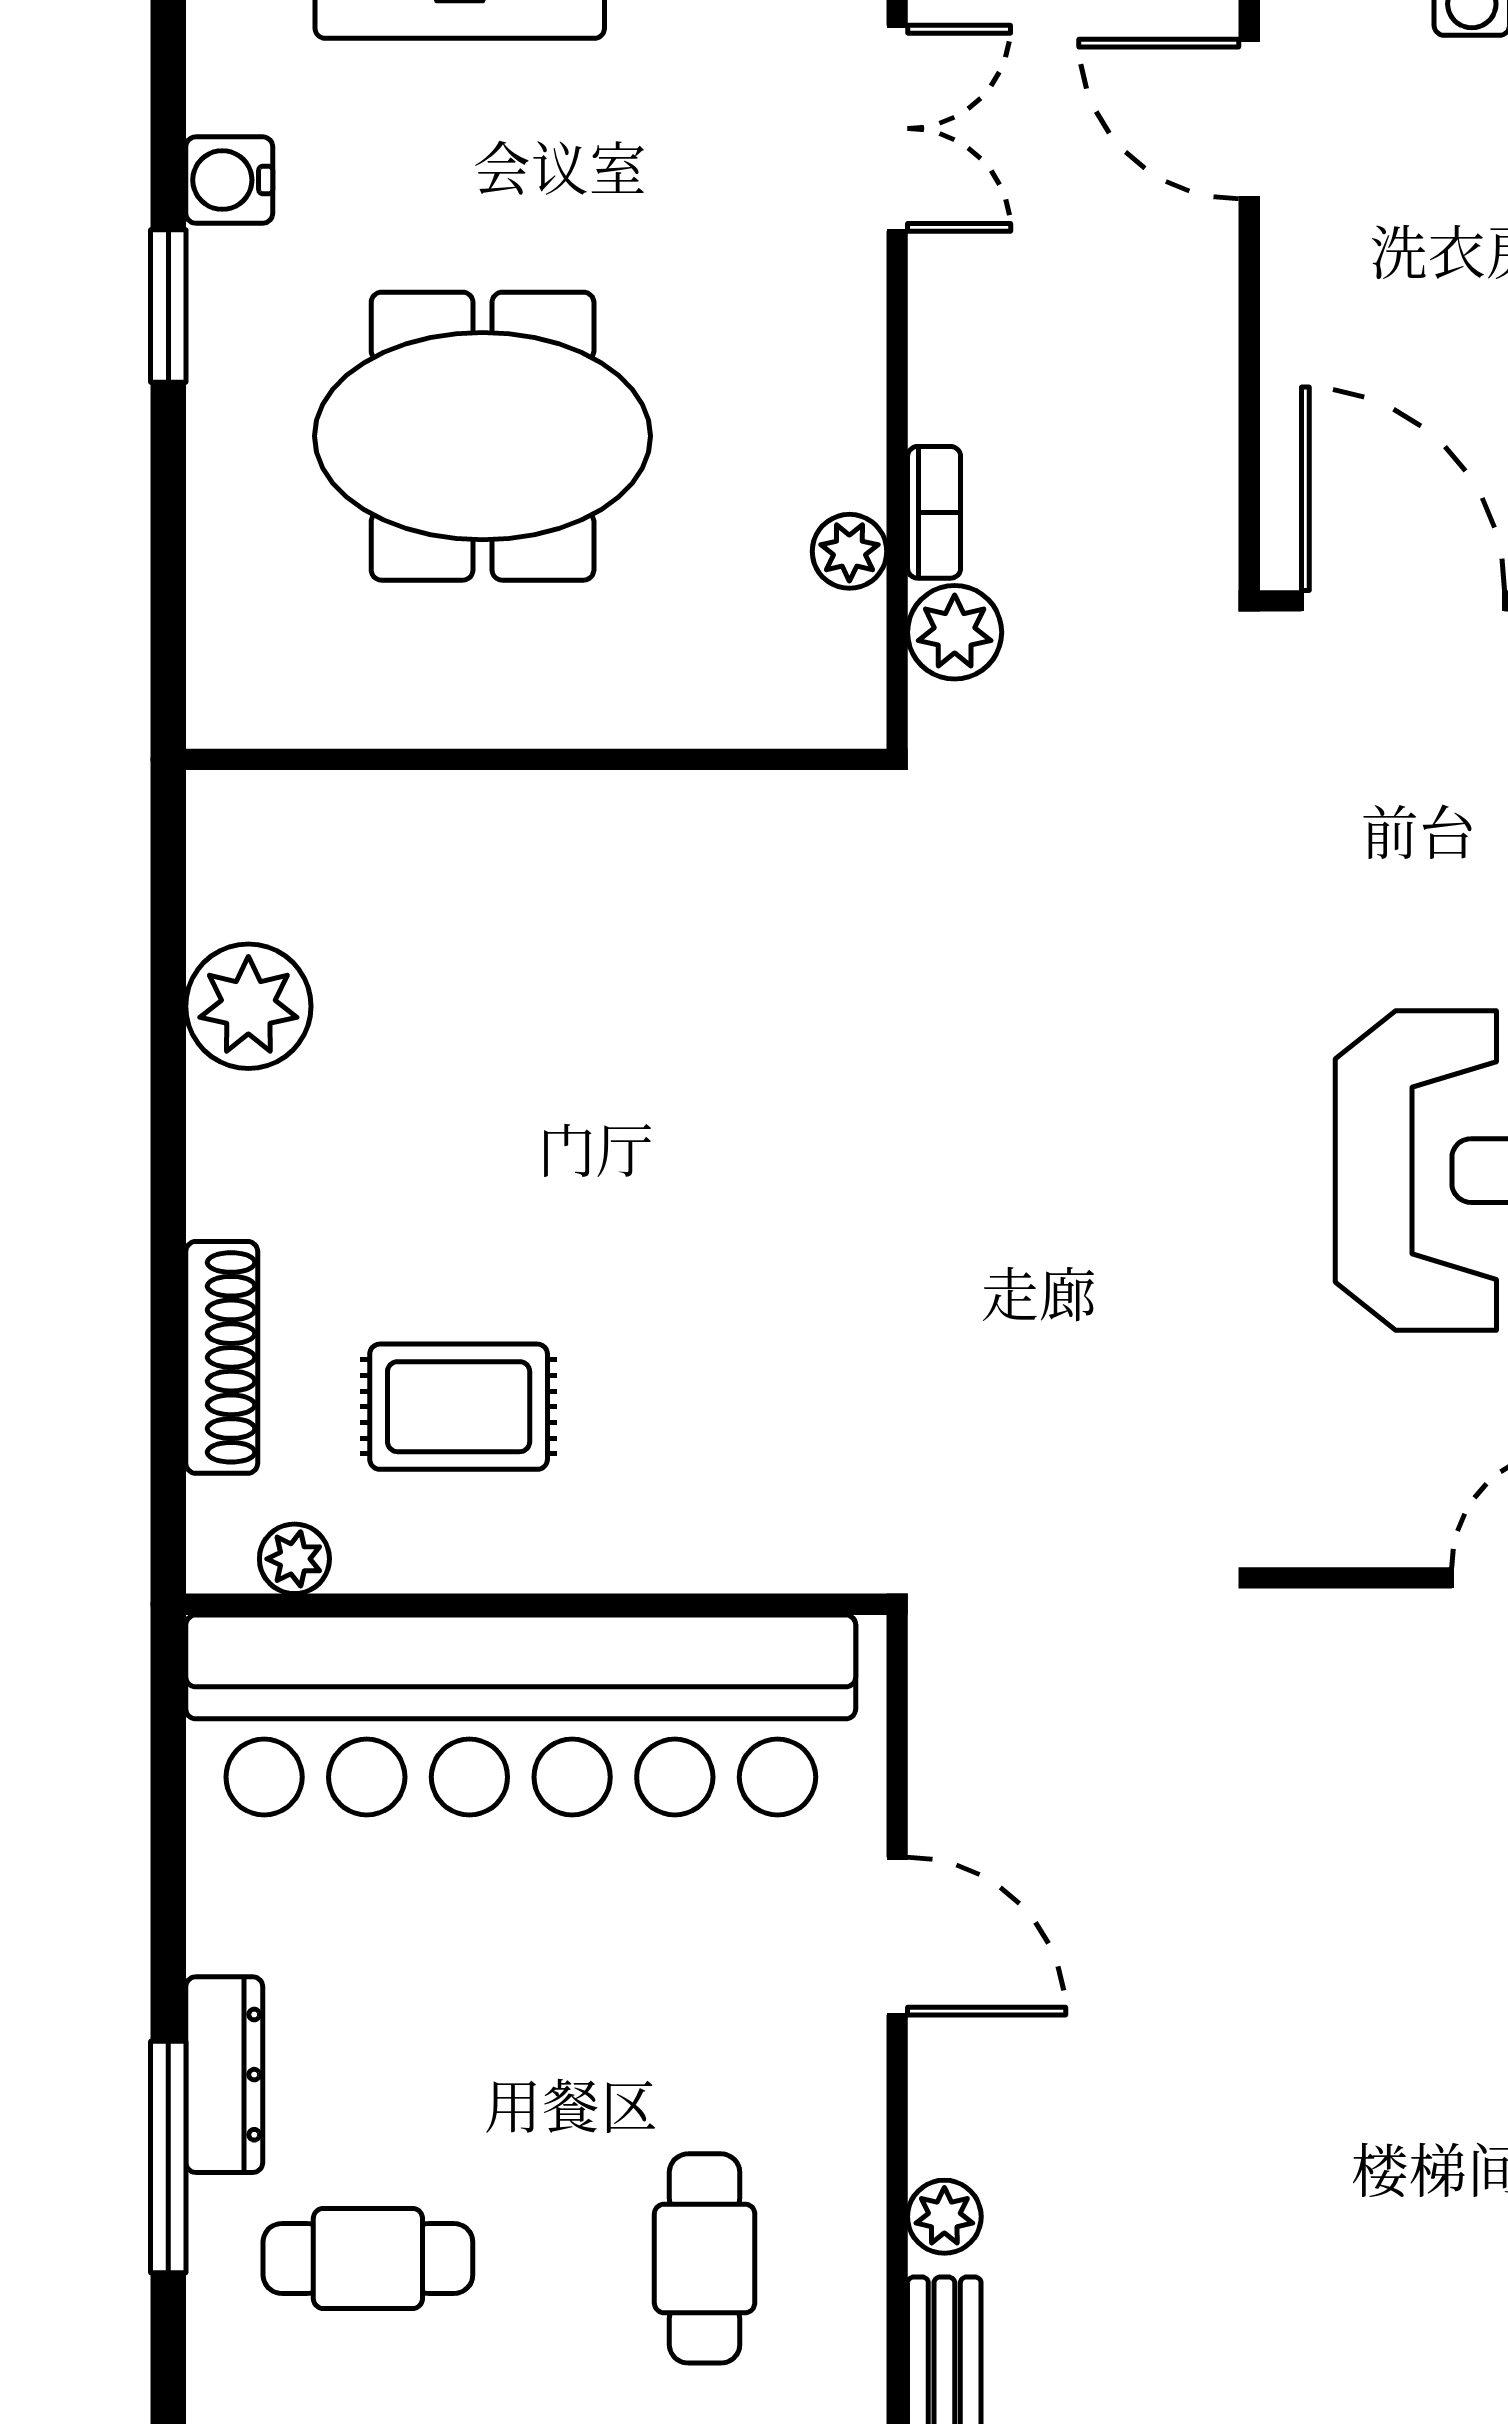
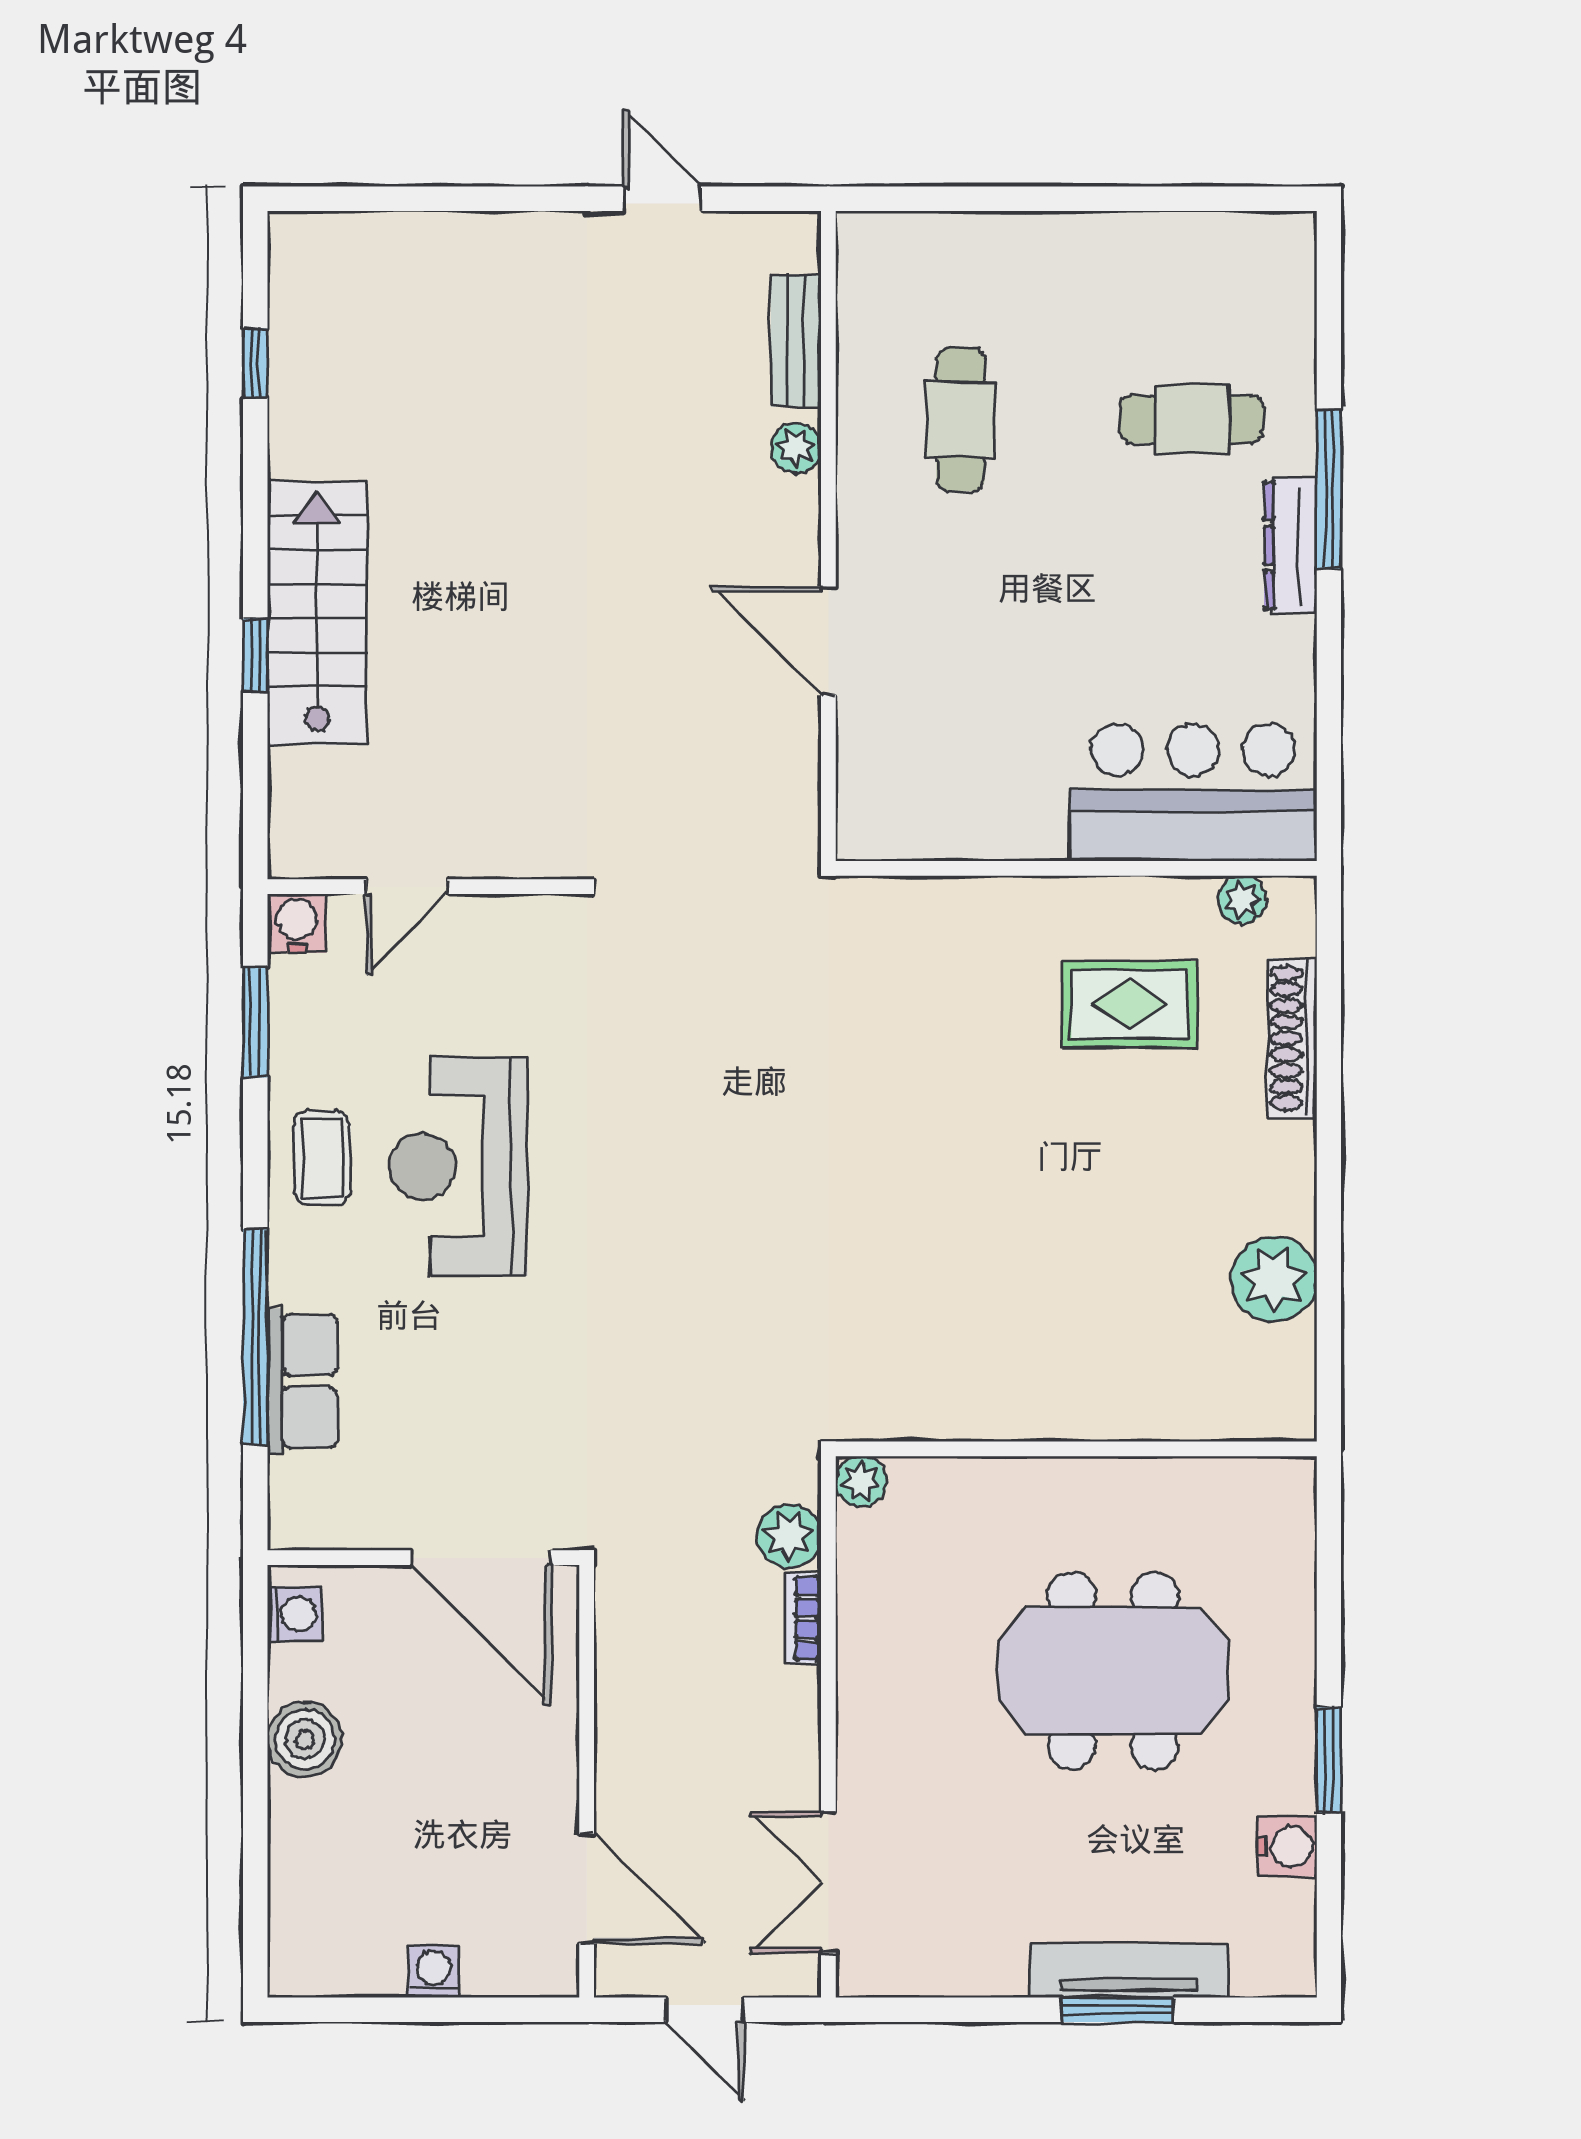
plant: (849, 551) -> (861, 1482), moved
bar counter: (521, 1715) -> (1193, 793), width x0.54

